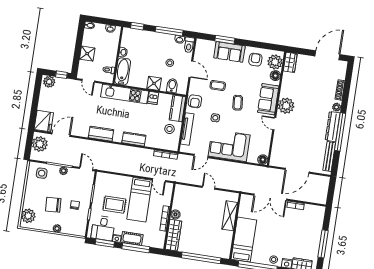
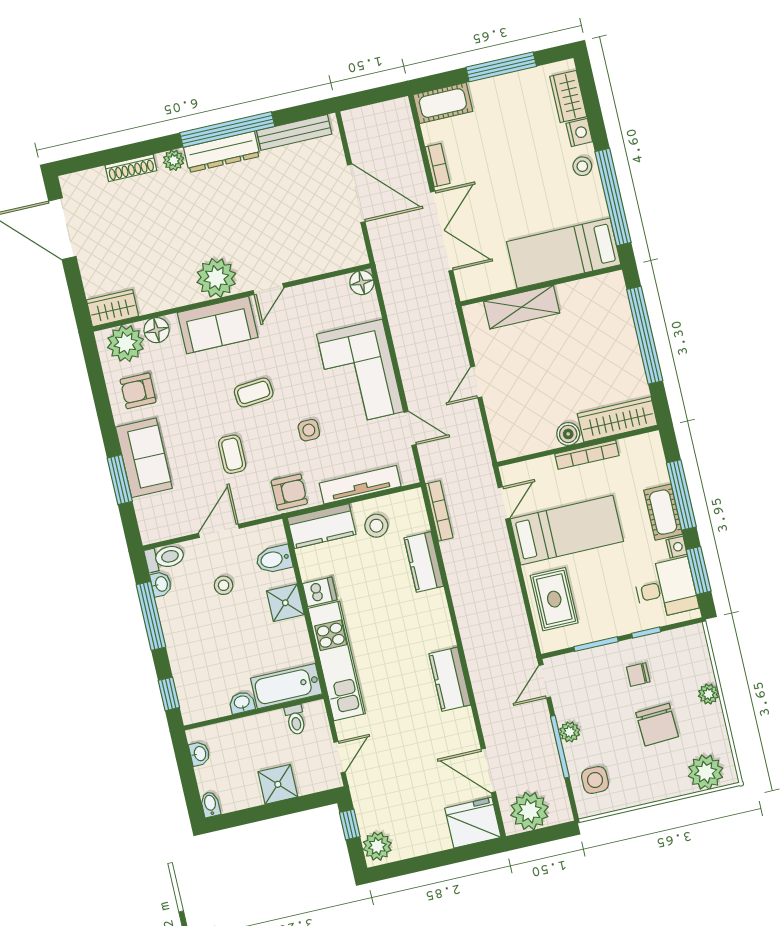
kitchen counter: (134, 139) -> (424, 562), moved
rug: (114, 205) -> (554, 599), moved
cot: (318, 217) -> (443, 103), added

